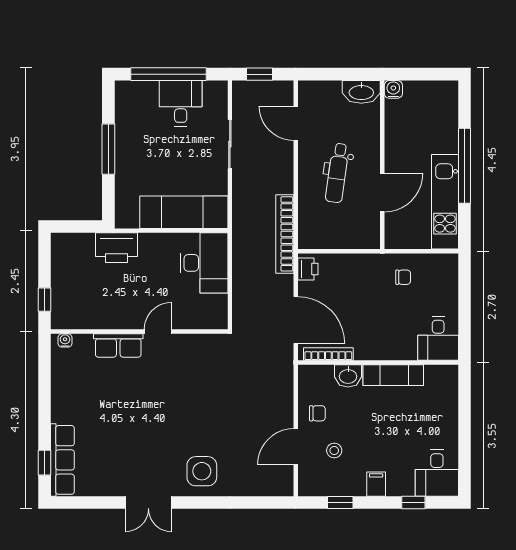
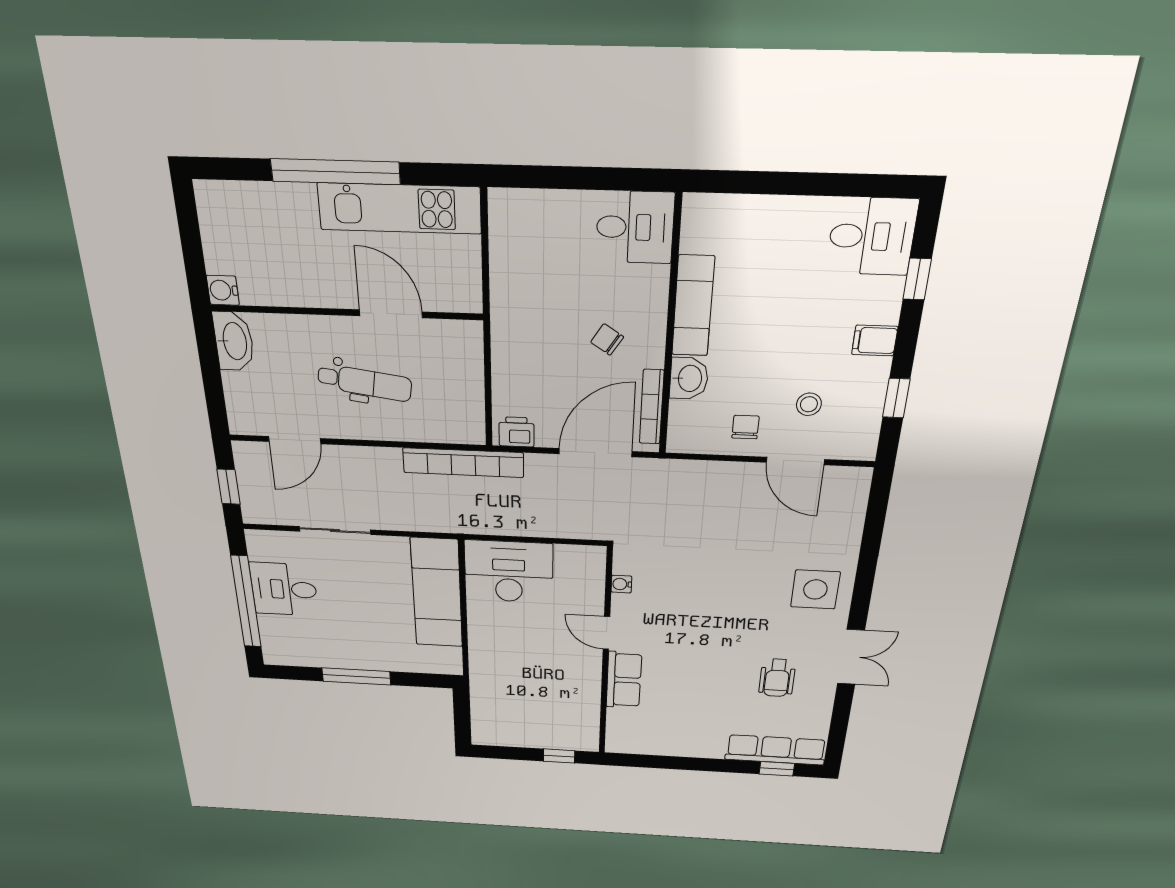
printer: (116, 248) -> (489, 675), removed
chair: (403, 277) -> (607, 340), moved, turned -57
water cooler: (65, 340) -> (621, 584), moved
wheelchair: (127, 454) -> (777, 678), added

